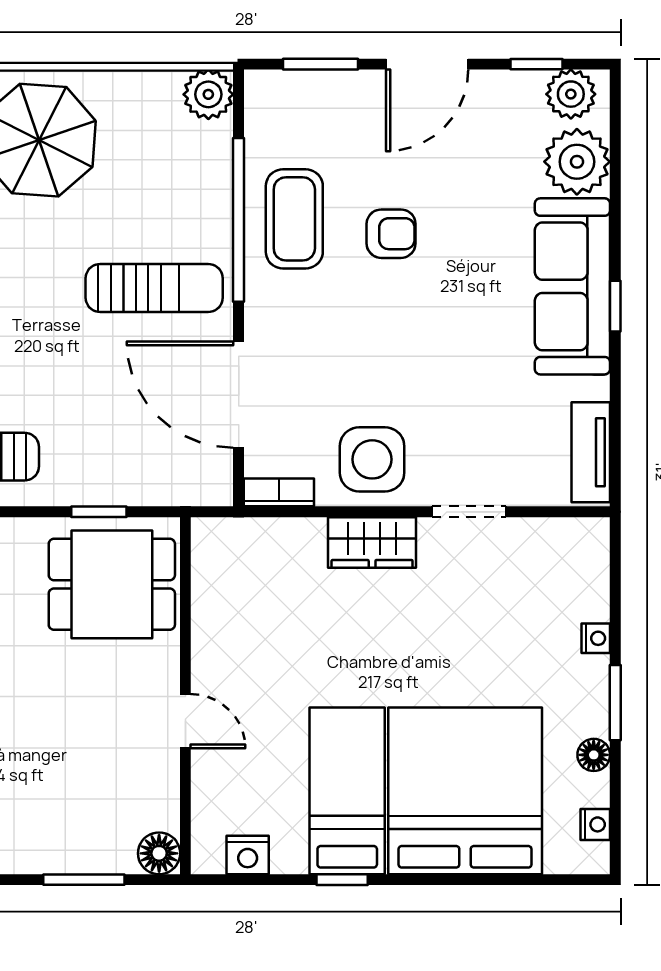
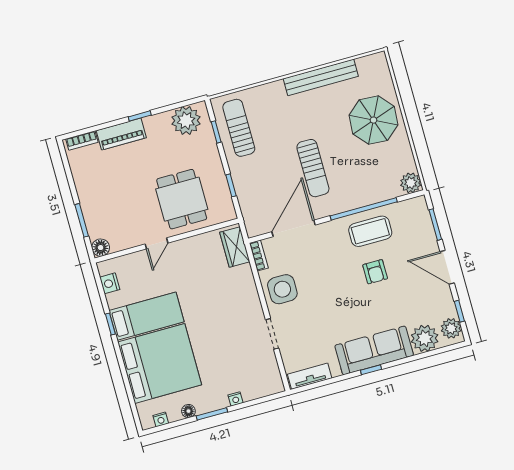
sun lounger: (154, 288) -> (313, 168), moved
wardrobe: (372, 543) -> (235, 247), moved
dining table: (112, 584) -> (182, 199), moved

